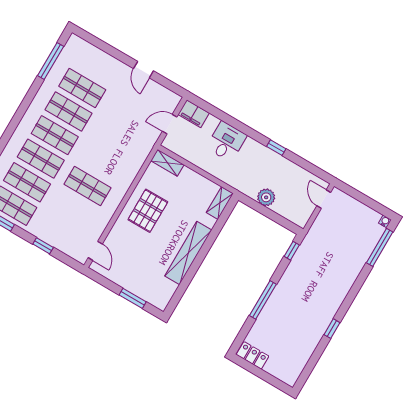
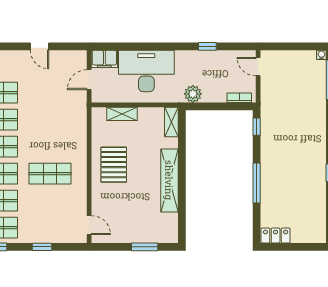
desk: (226, 142) -> (146, 71), width x1.87, depth x1.30
window: (276, 148) -> (207, 46), moved
shelving: (167, 163) -> (122, 114), moved
plant: (266, 197) -> (193, 94), moved
bookcase: (291, 217) -> (239, 98), added

